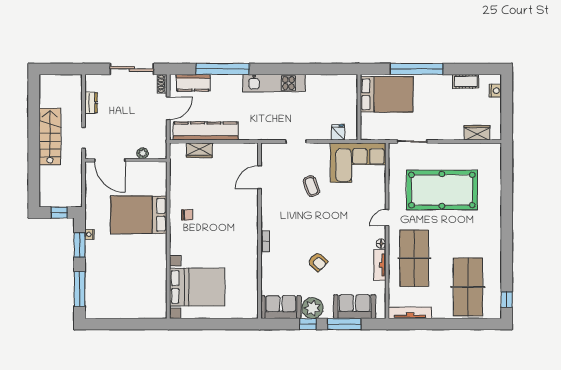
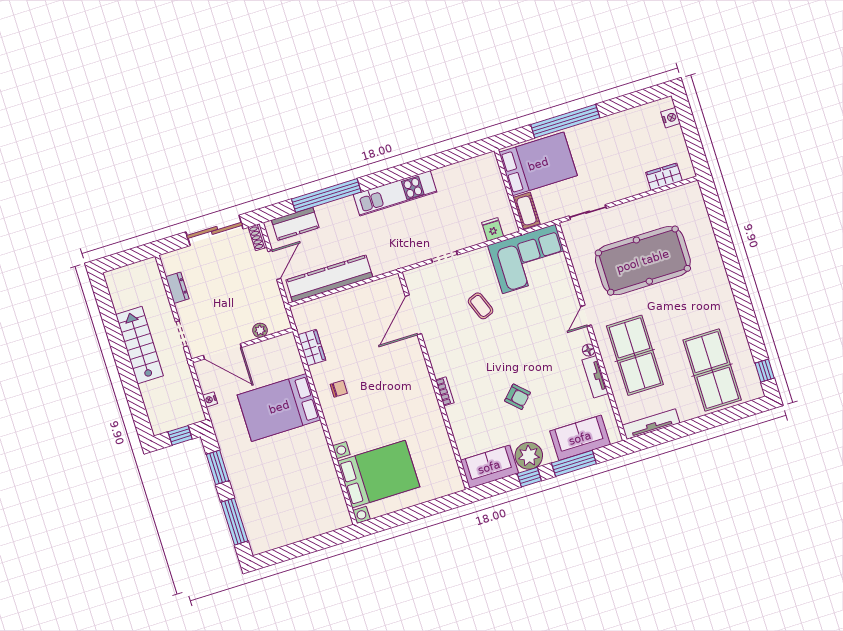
cot: (466, 81) -> (527, 211), moved, turned 90
wardrobe: (199, 150) -> (312, 348), moved, turned -90
door: (260, 177) -> (413, 315), width x1.36
nightstand: (90, 234) -> (210, 399), moved

